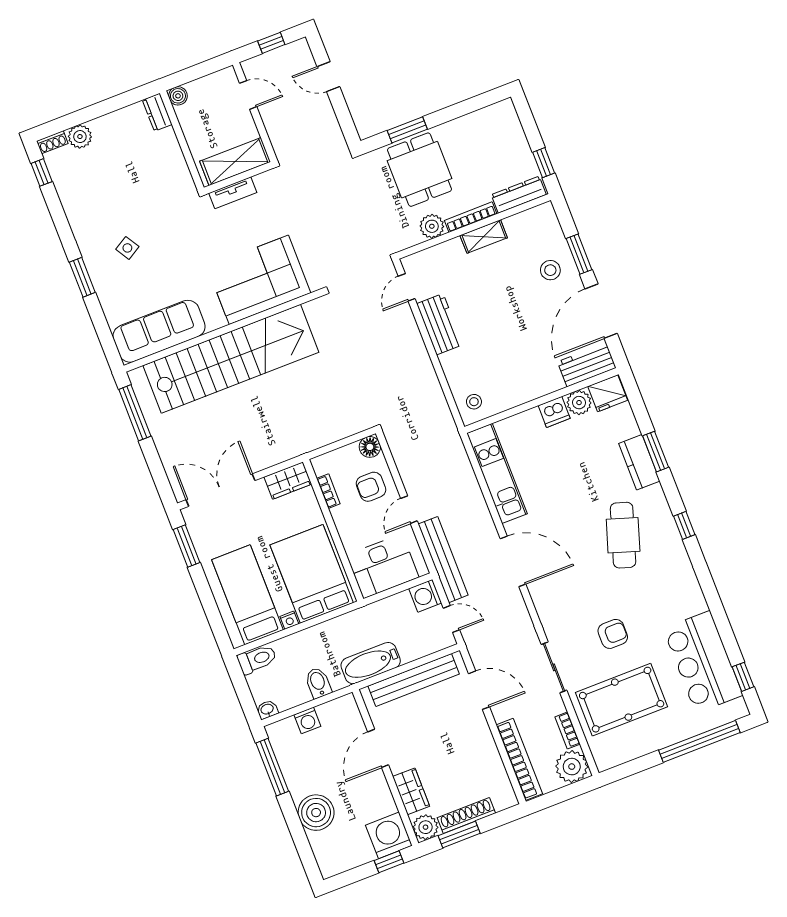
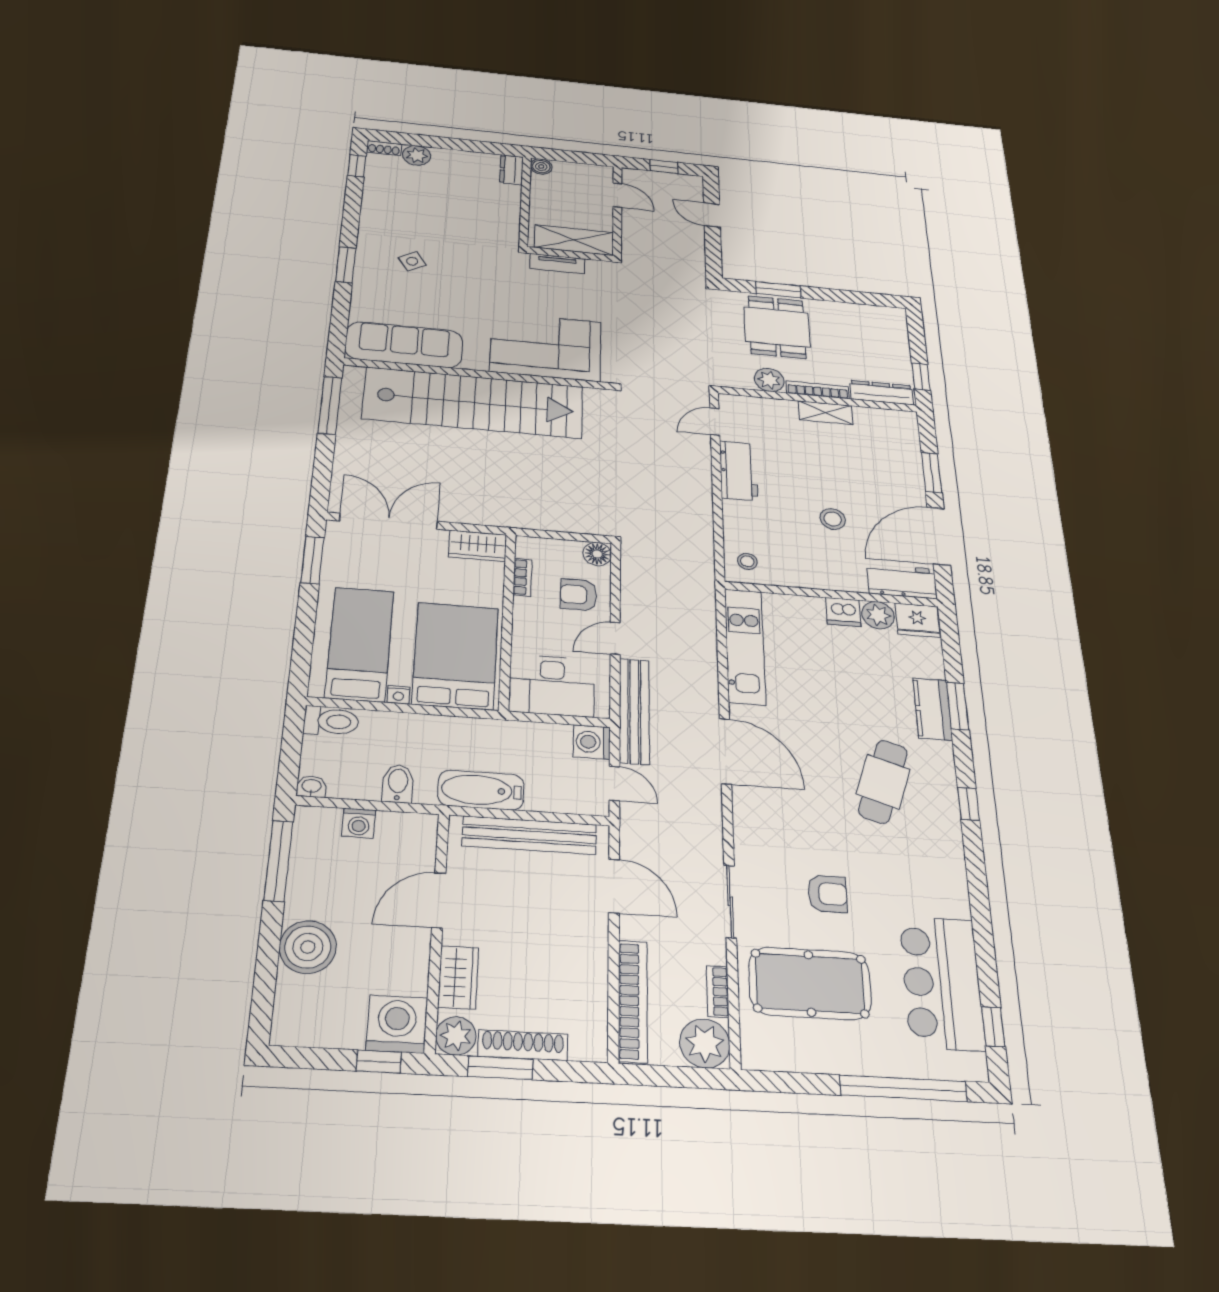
stool: (550, 270) -> (833, 519), moved

